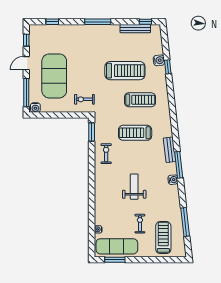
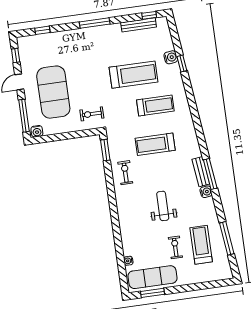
bench: (170, 150) -> (201, 172), moved
treadmill: (163, 238) -> (201, 245), moved

